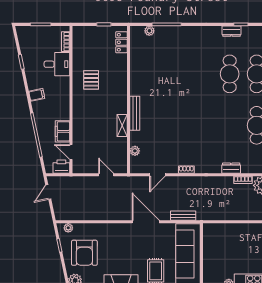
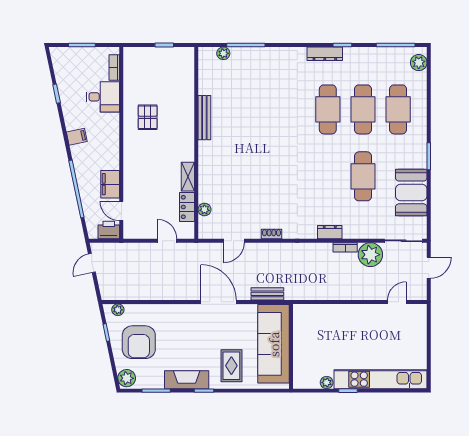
dresser: (231, 31) -> (325, 54), width x1.44
locker: (121, 42) -> (187, 207), moved
bench: (135, 113) -> (204, 118), moved

